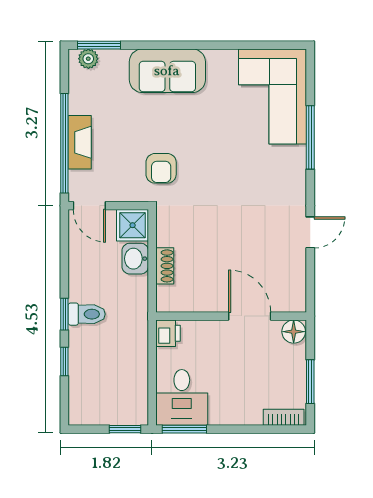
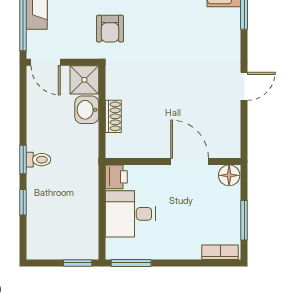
toilet: (87, 314) -> (38, 160), width x0.73, depth x0.72
desk: (182, 397) -> (130, 214), moved, turned 90

